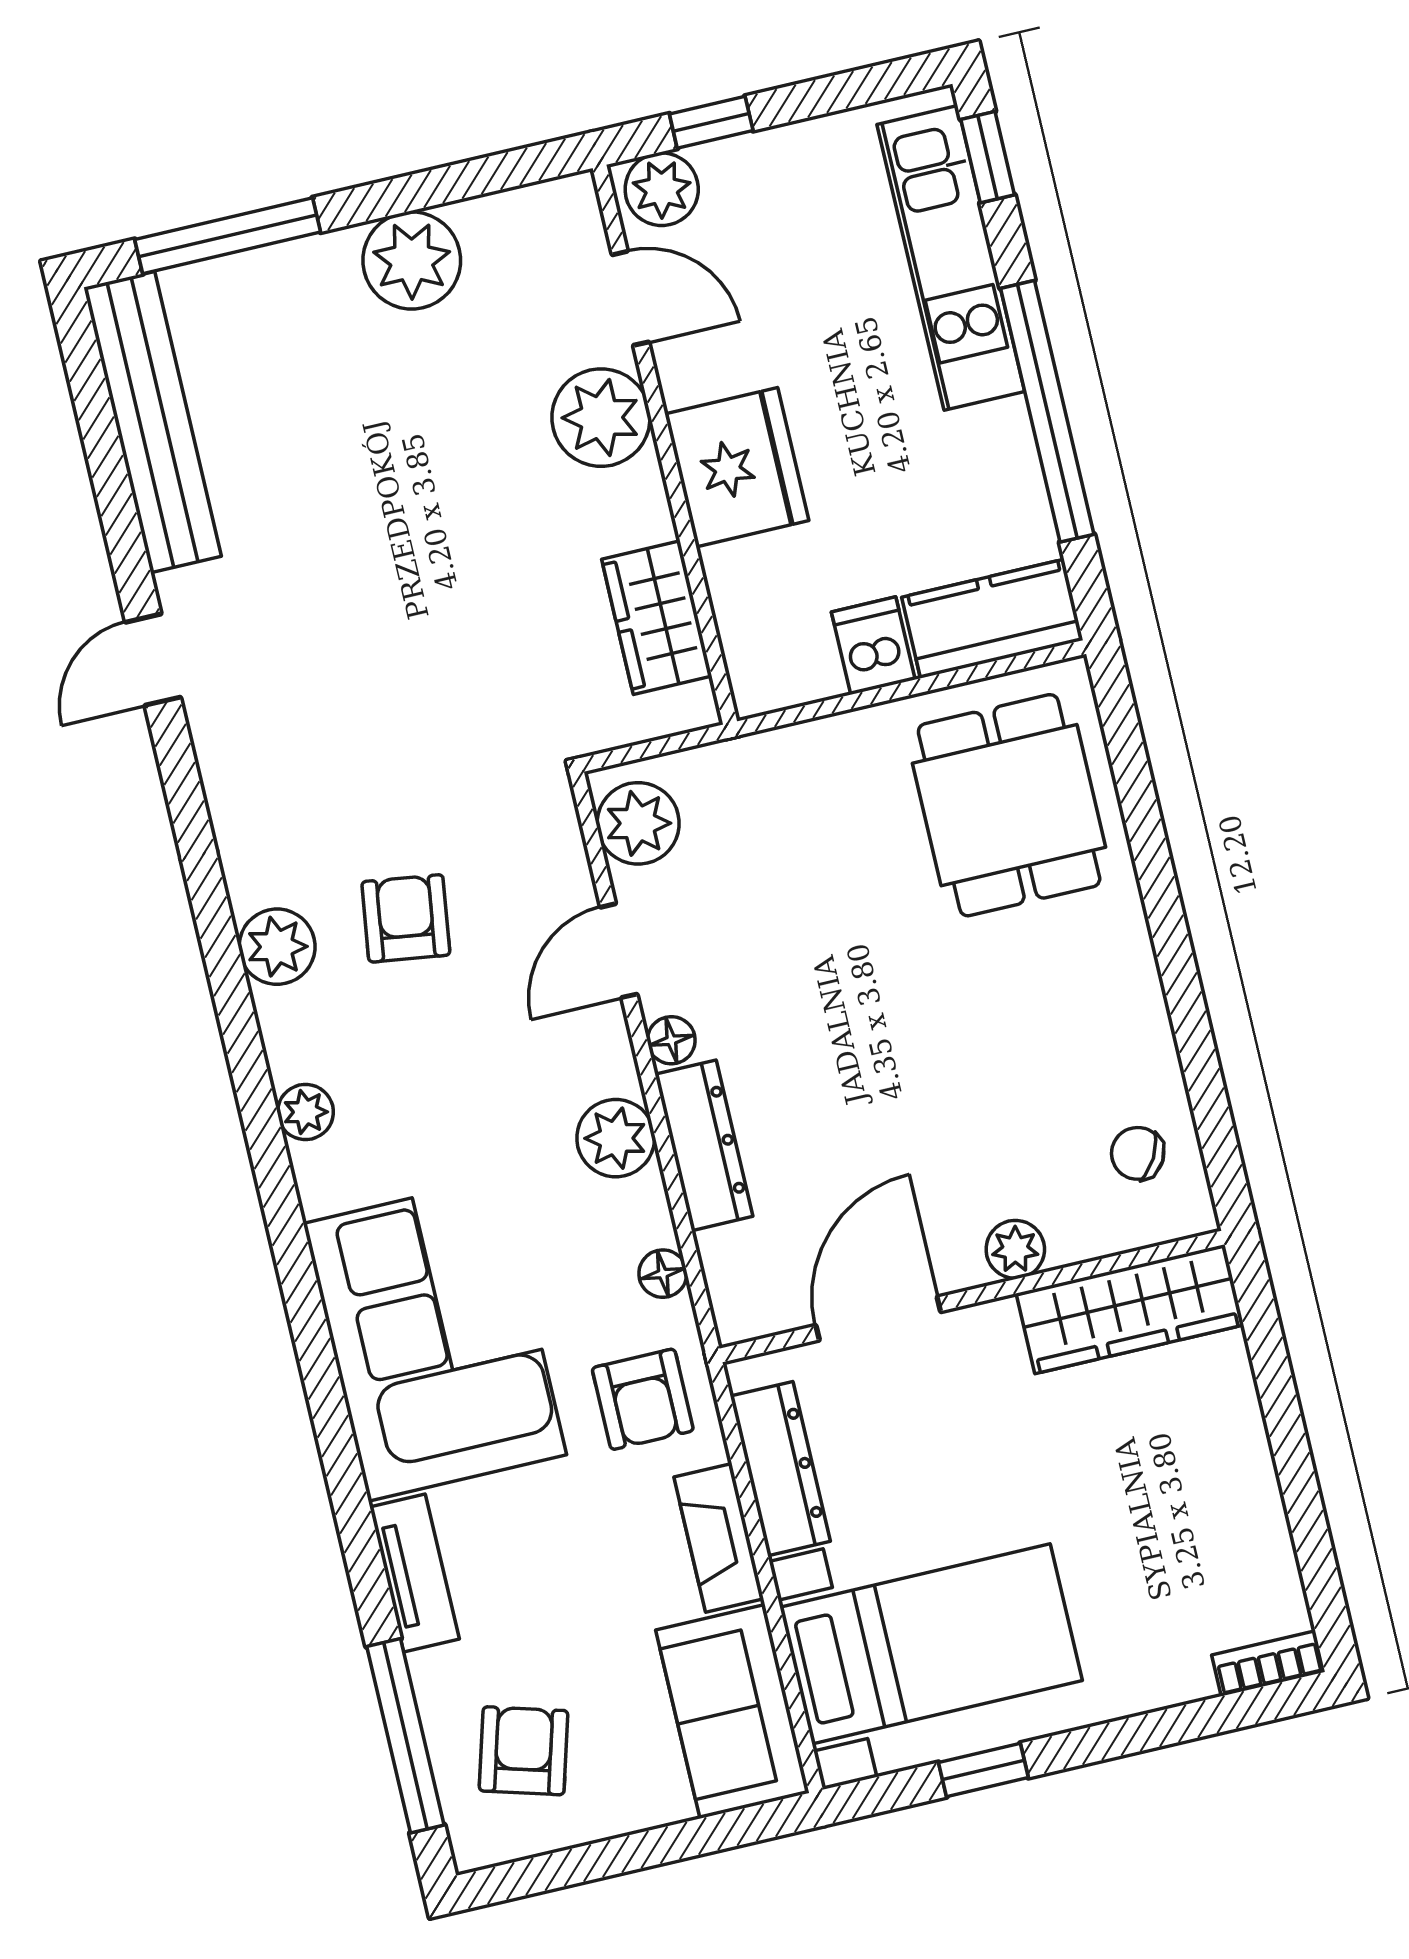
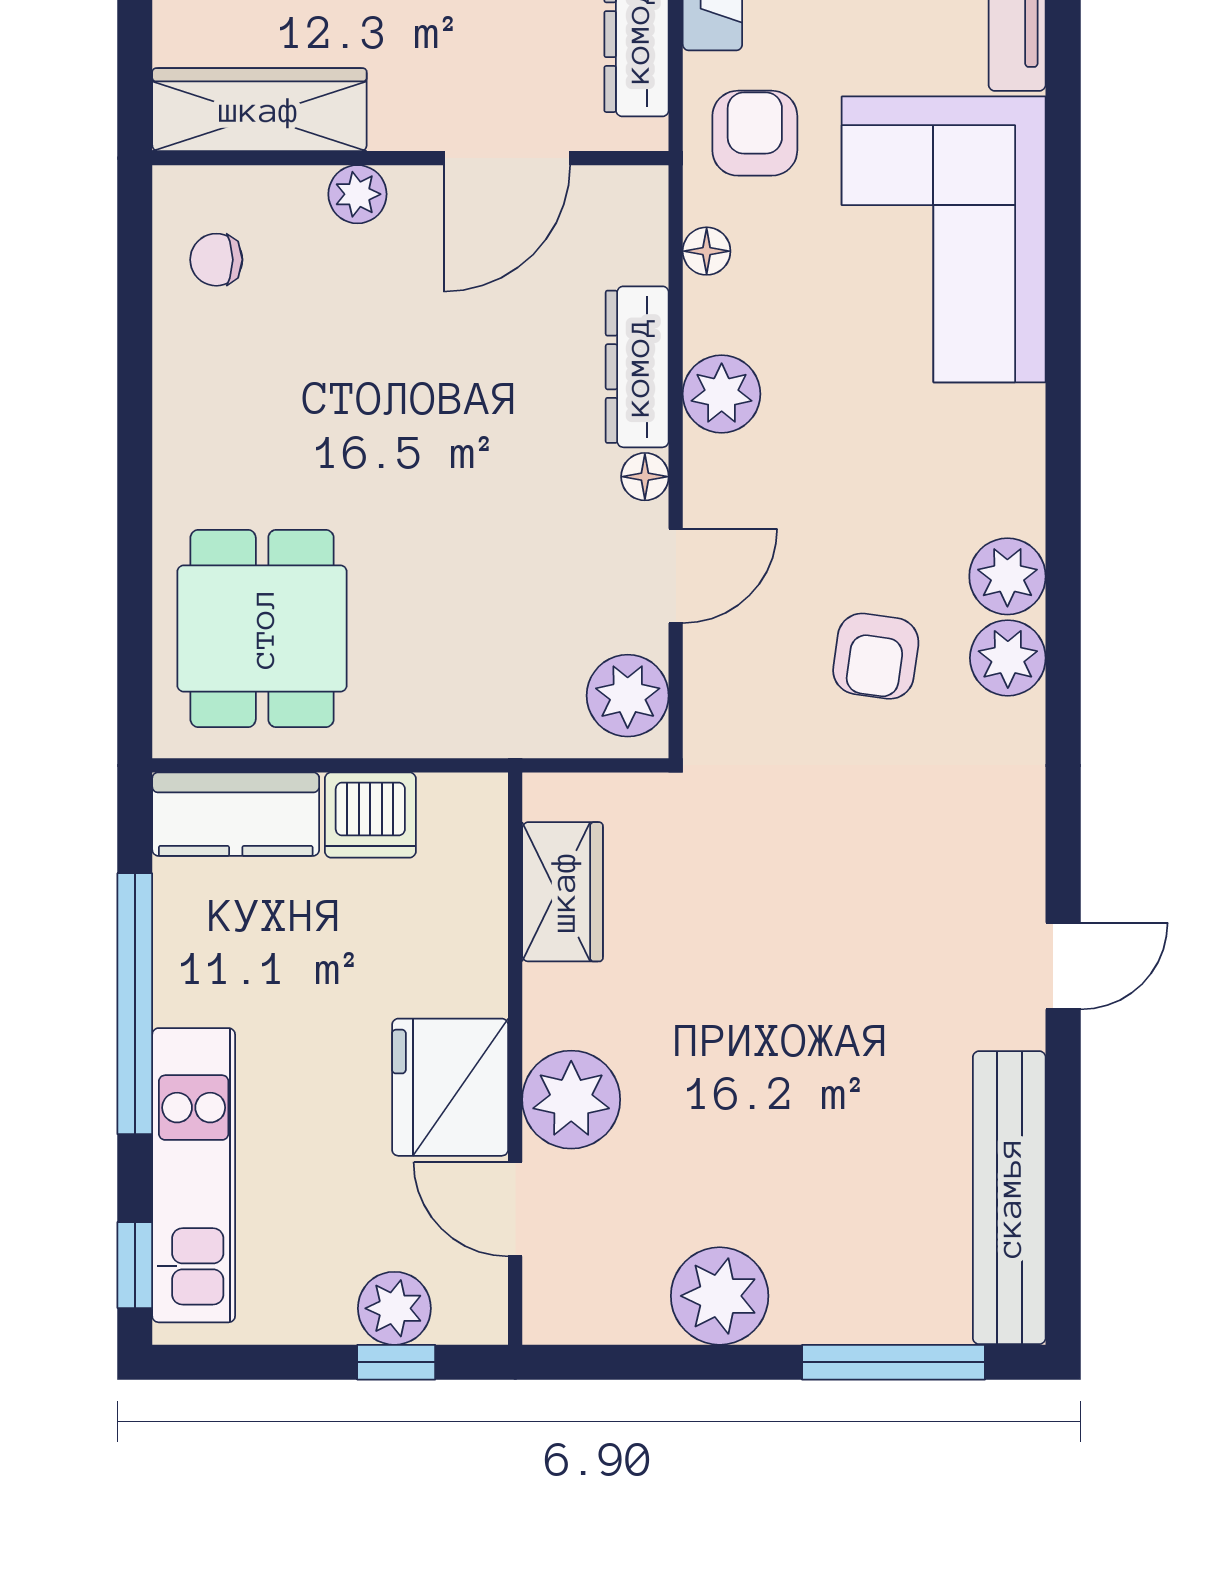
plant: (662, 189) -> (394, 1308), moved
fridge: (737, 467) -> (450, 1087), moved
dishwasher: (873, 646) -> (370, 815), width x1.38
plant: (306, 1112) -> (1007, 576), moved, width x1.38, depth x1.38
chair: (1138, 1153) -> (216, 260), turned 150

